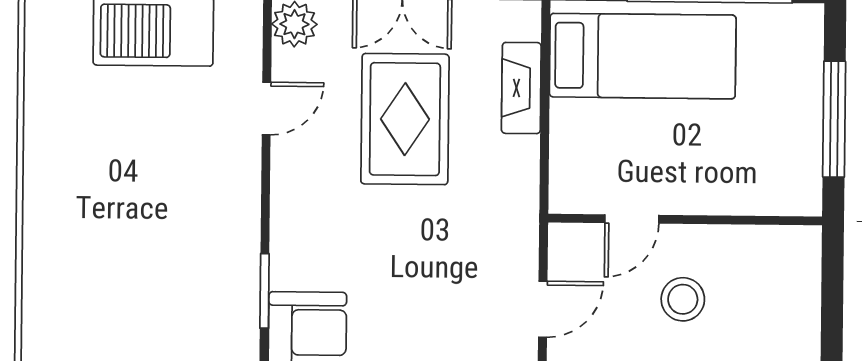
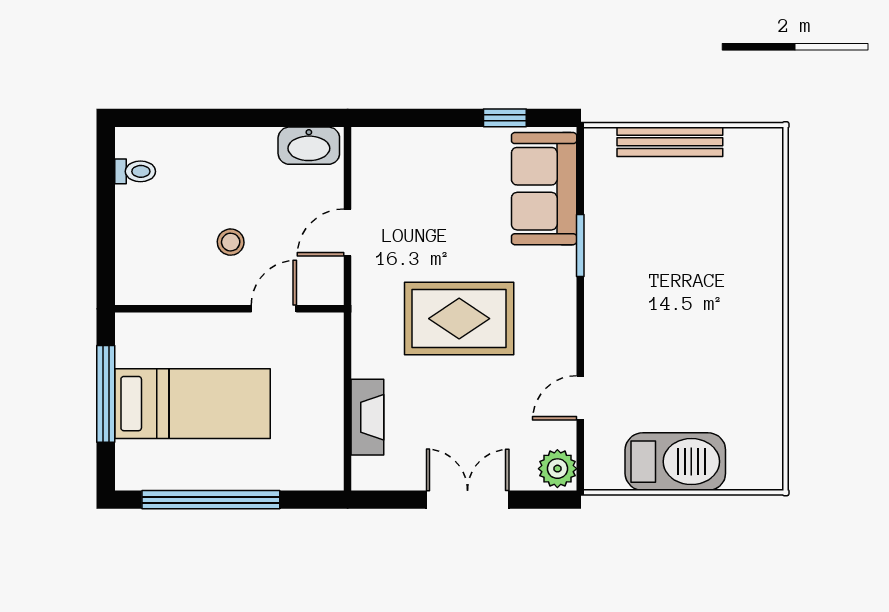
bed: (643, 56) -> (193, 404), moved, turned 180
rug: (405, 119) -> (459, 319), moved, turned 90
stool: (683, 299) -> (231, 242), width x0.73, depth x0.73

